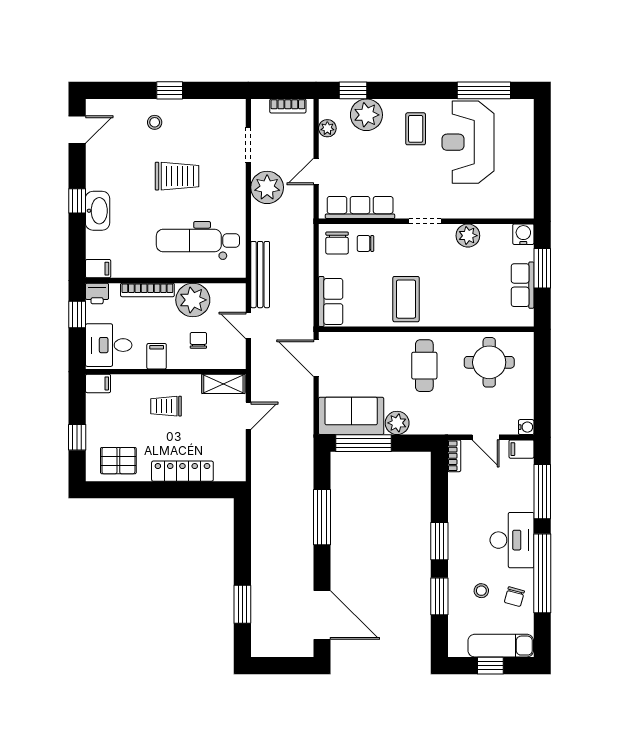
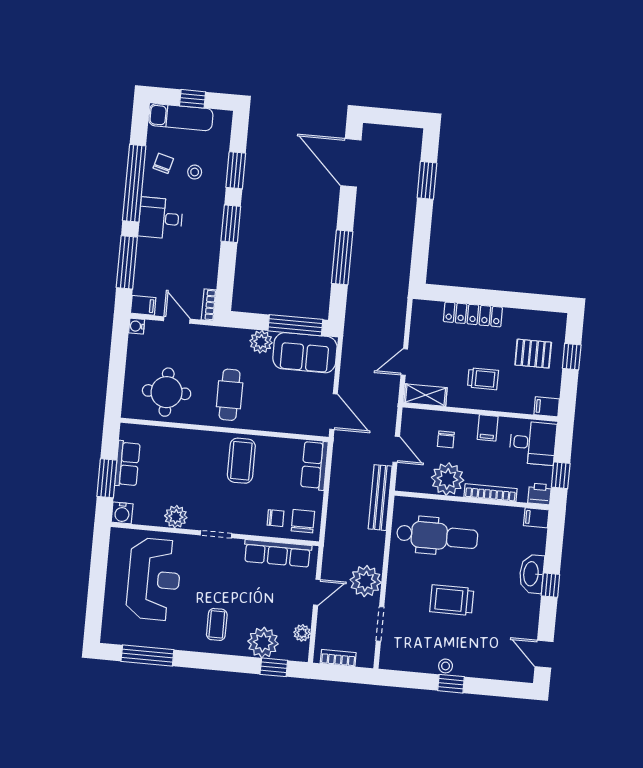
stool: (155, 122) -> (446, 666), moved
door: (77, 130) -> (544, 654), hinge flipped
reception desk: (468, 142) -> (154, 579), moved
pallet: (118, 461) -> (533, 354), moved
desk: (512, 540) -> (160, 218), width x0.73

